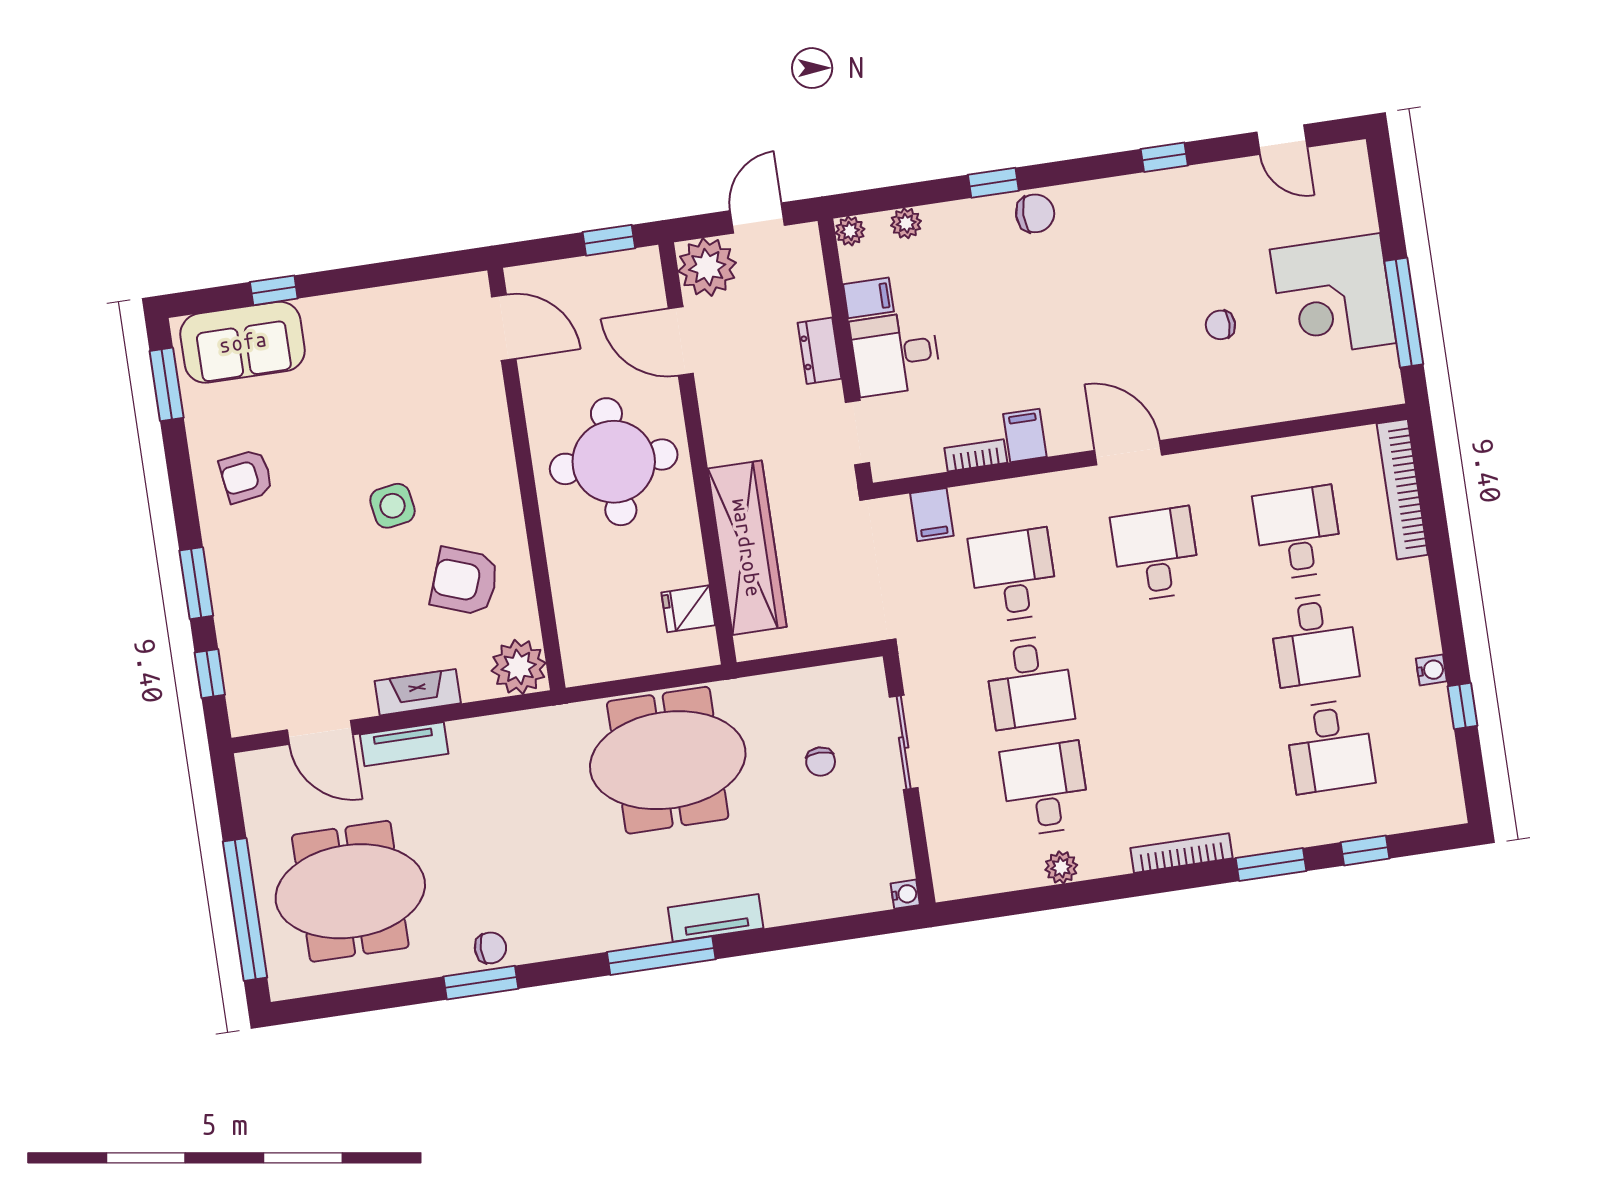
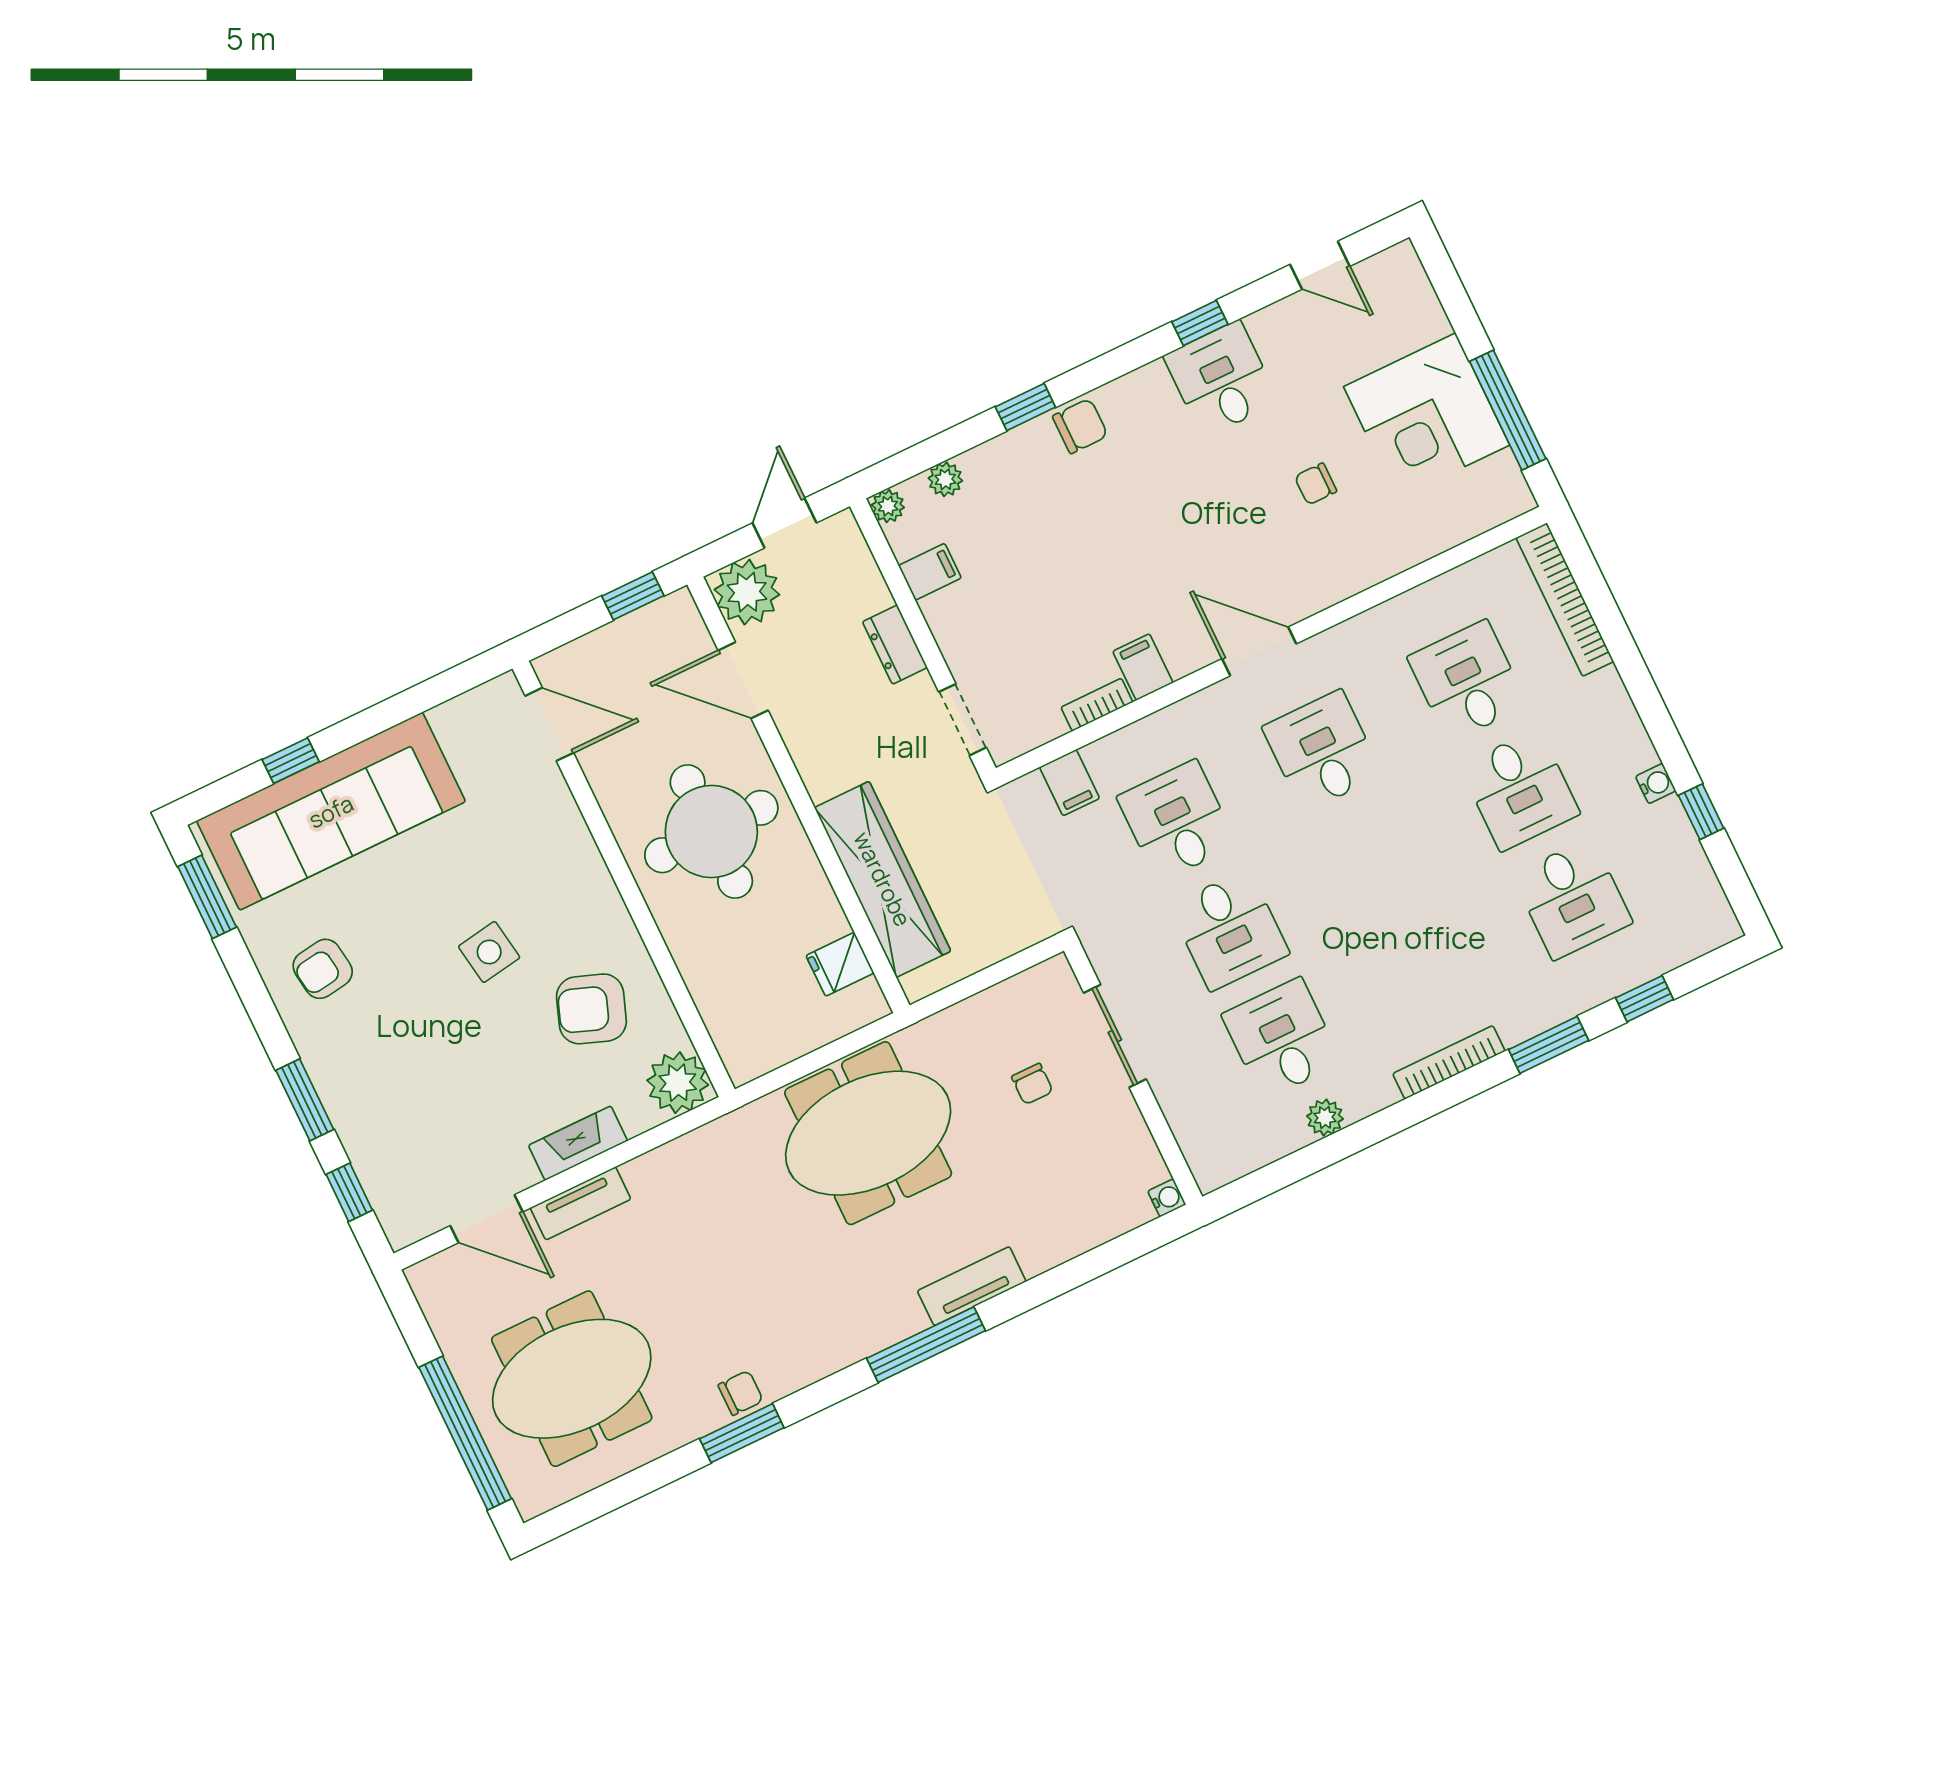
sofa: (243, 342) -> (331, 811), width x1.85, depth x1.27
desk: (895, 354) -> (1221, 379), moved, turned 90

